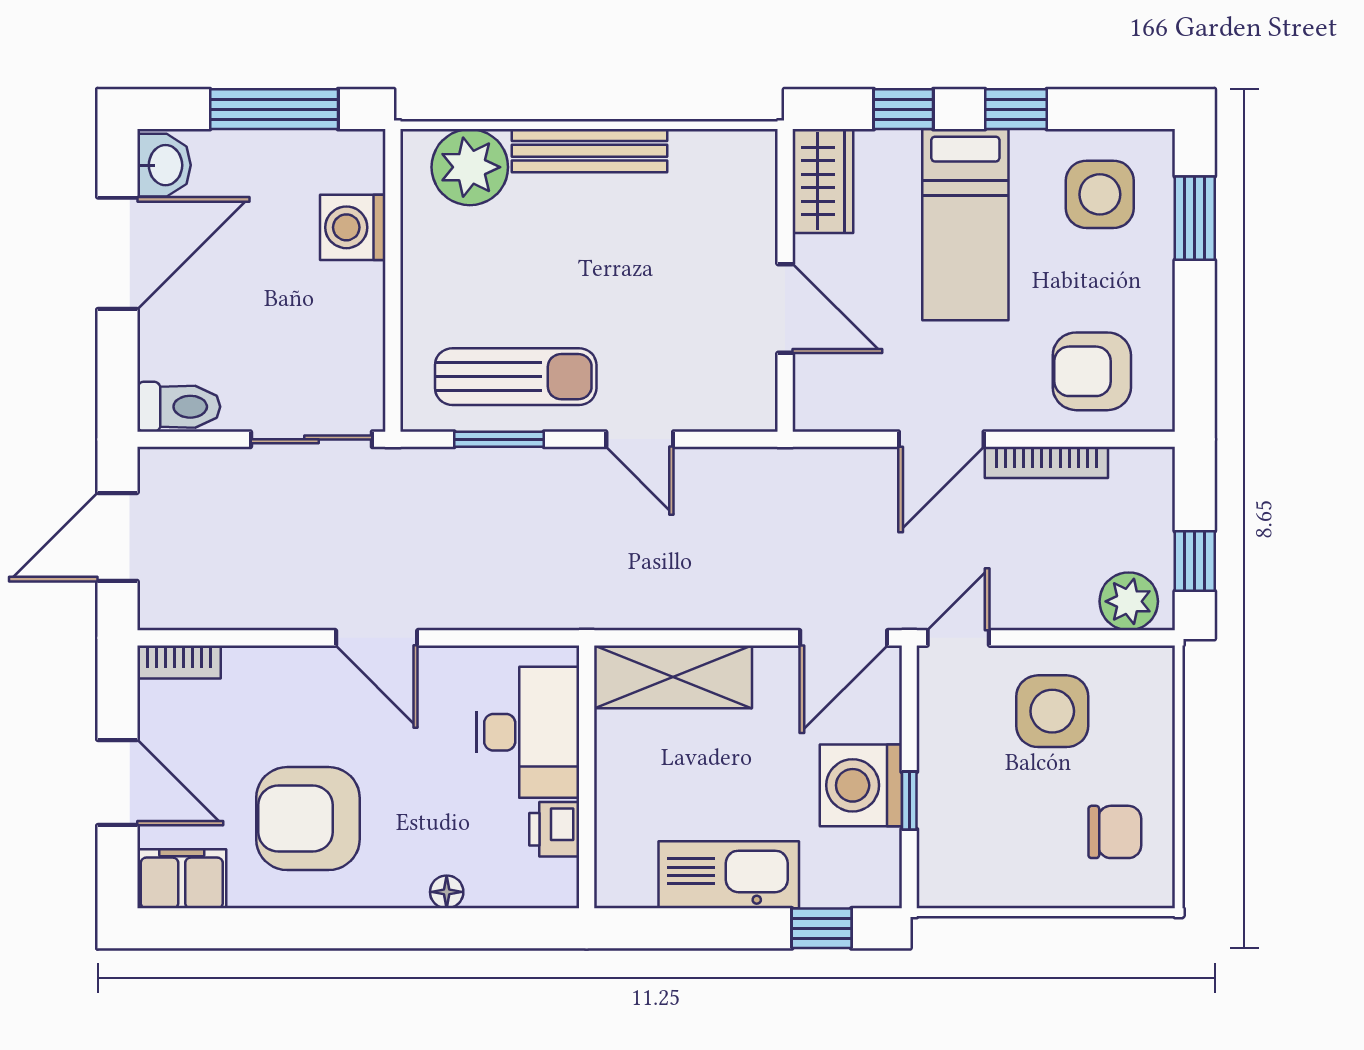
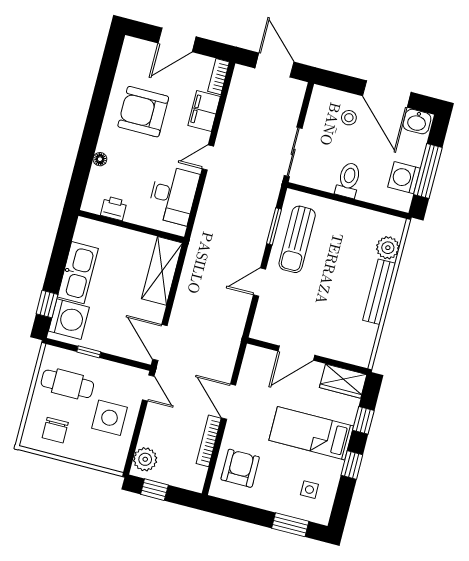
plant: (470, 167) -> (388, 248), width x0.73, depth x0.73
side table: (1100, 194) -> (309, 490), width x0.54, depth x0.54
washing machine: (353, 227) -> (404, 178), moved, turned -90
stool: (196, 329) -> (349, 118), added
toilet: (179, 407) -> (348, 180), moved, turned 180
door: (377, 638) -> (208, 157), width x0.73
desk: (528, 732) -> (173, 195), moved, turned -90
washing machine: (861, 785) -> (69, 319), moved, turned 90
armchair: (308, 819) -> (143, 112), turned -90
cafe table: (998, 831) -> (67, 384), added
filing cabinet: (182, 879) -> (204, 111), moved, turned 180

